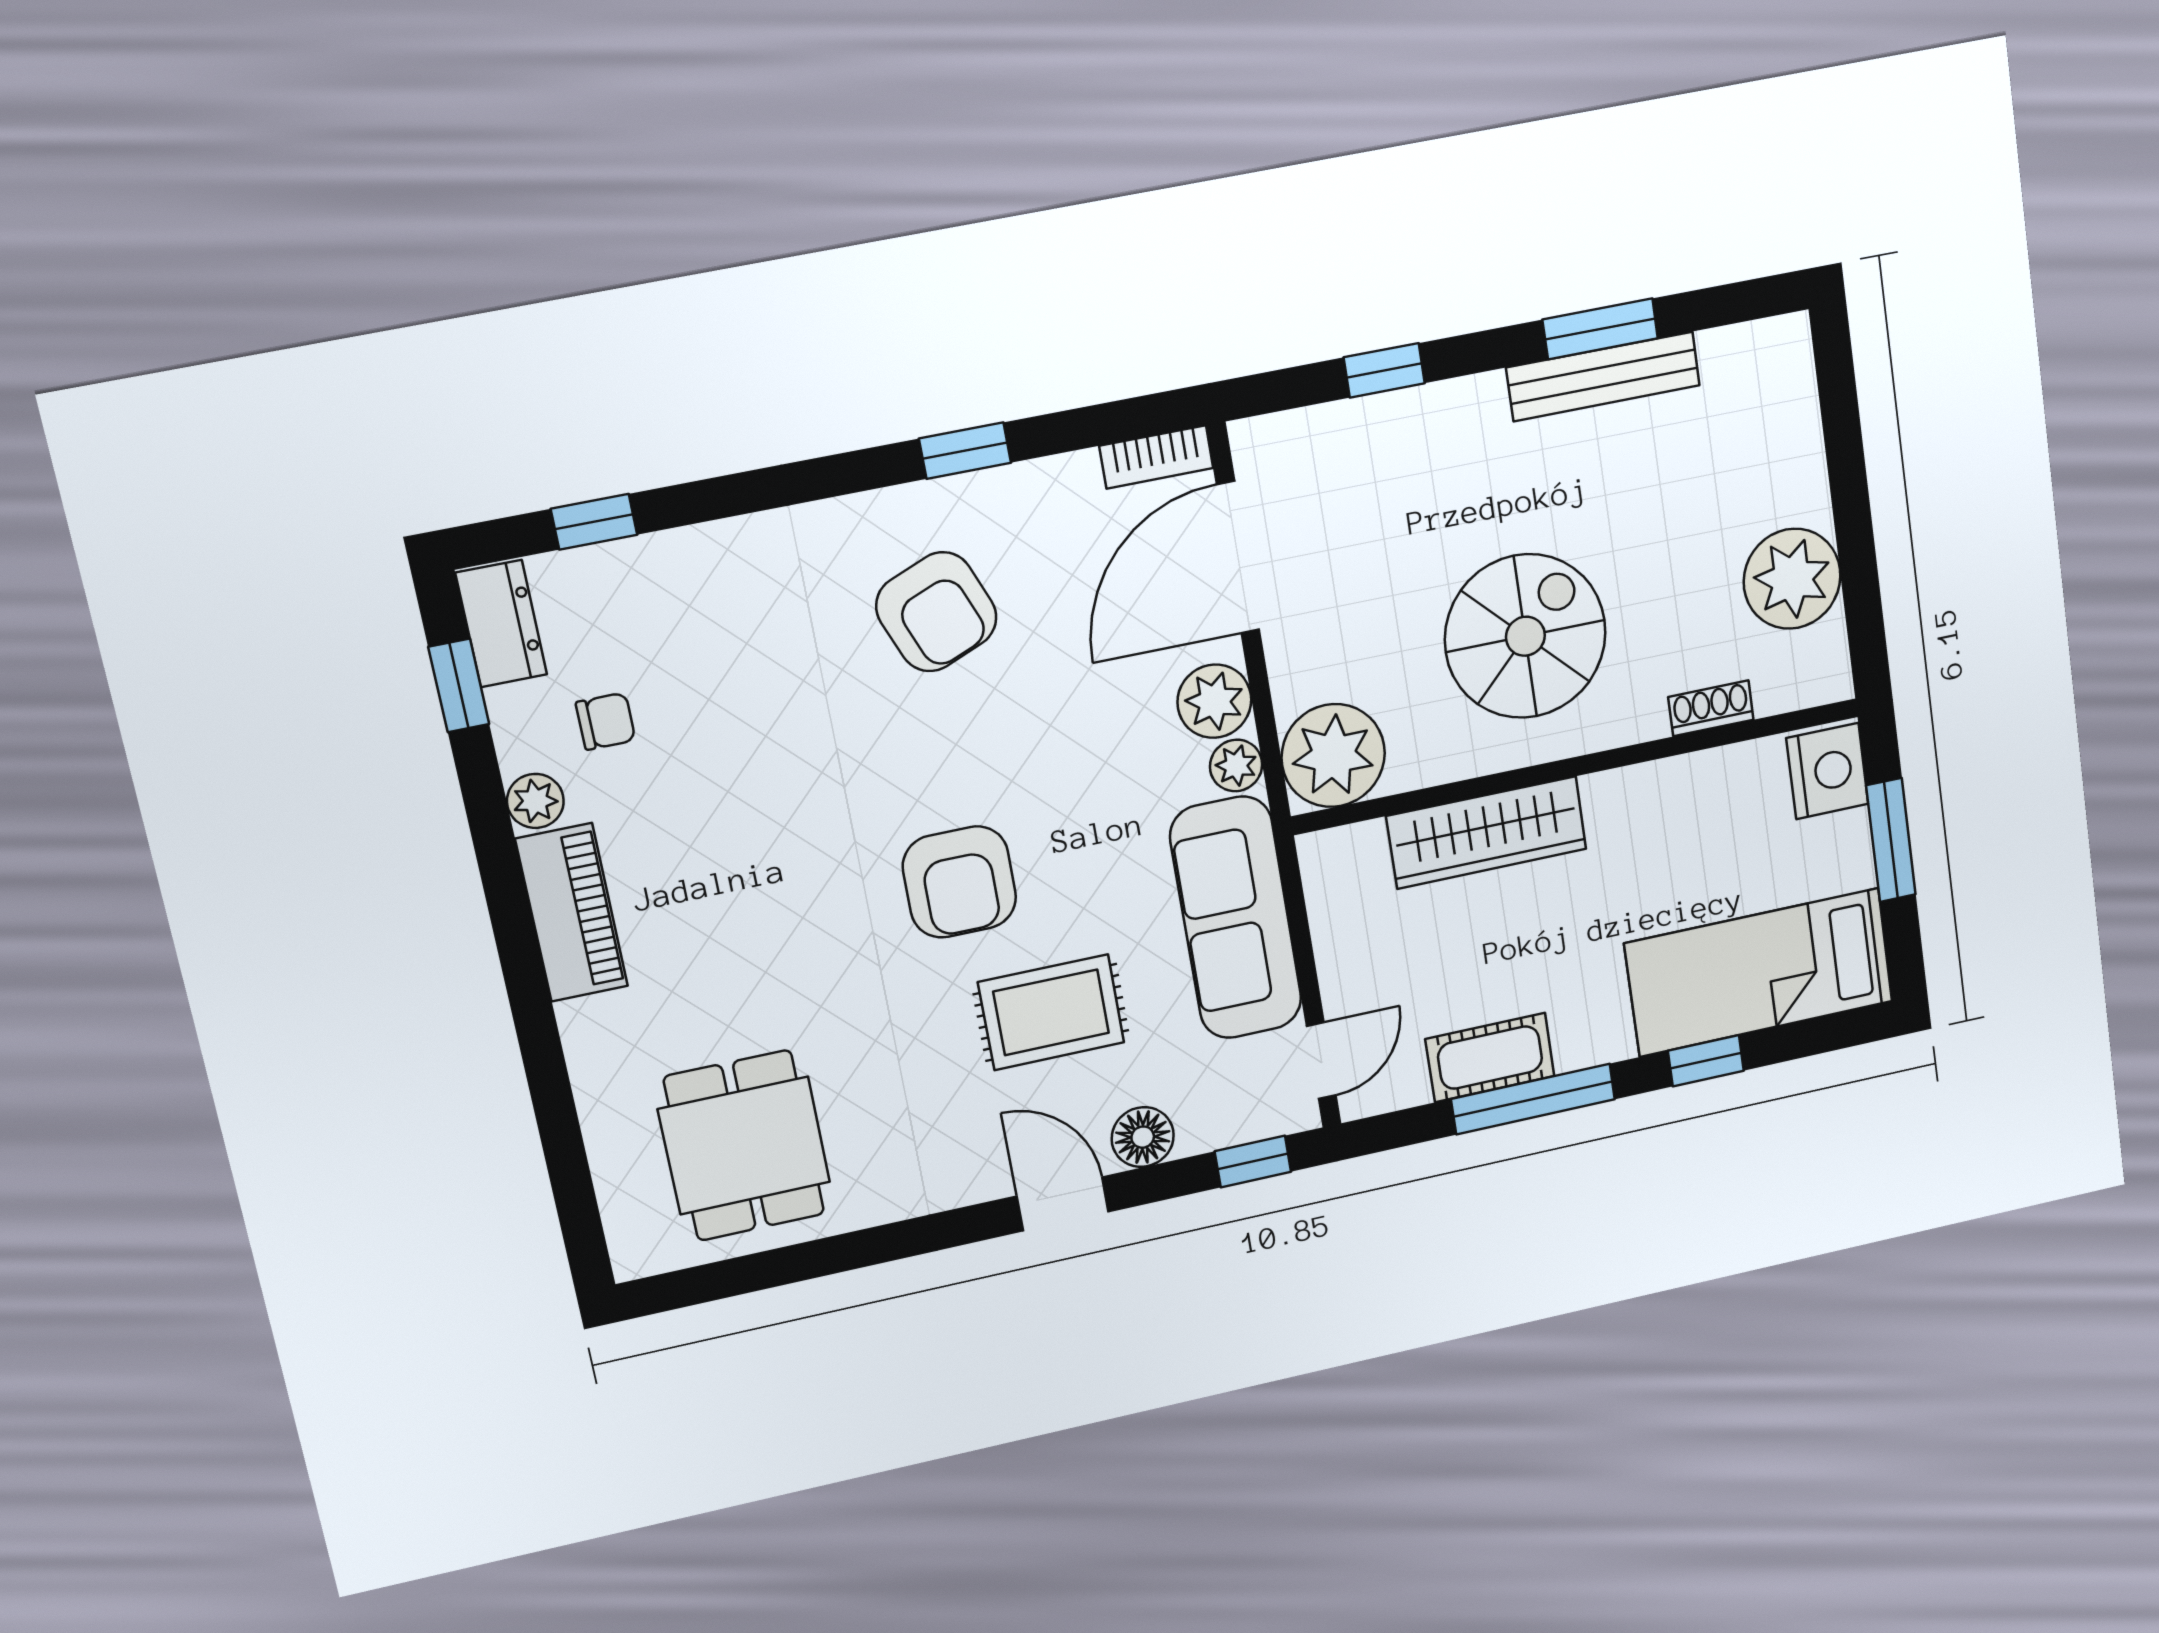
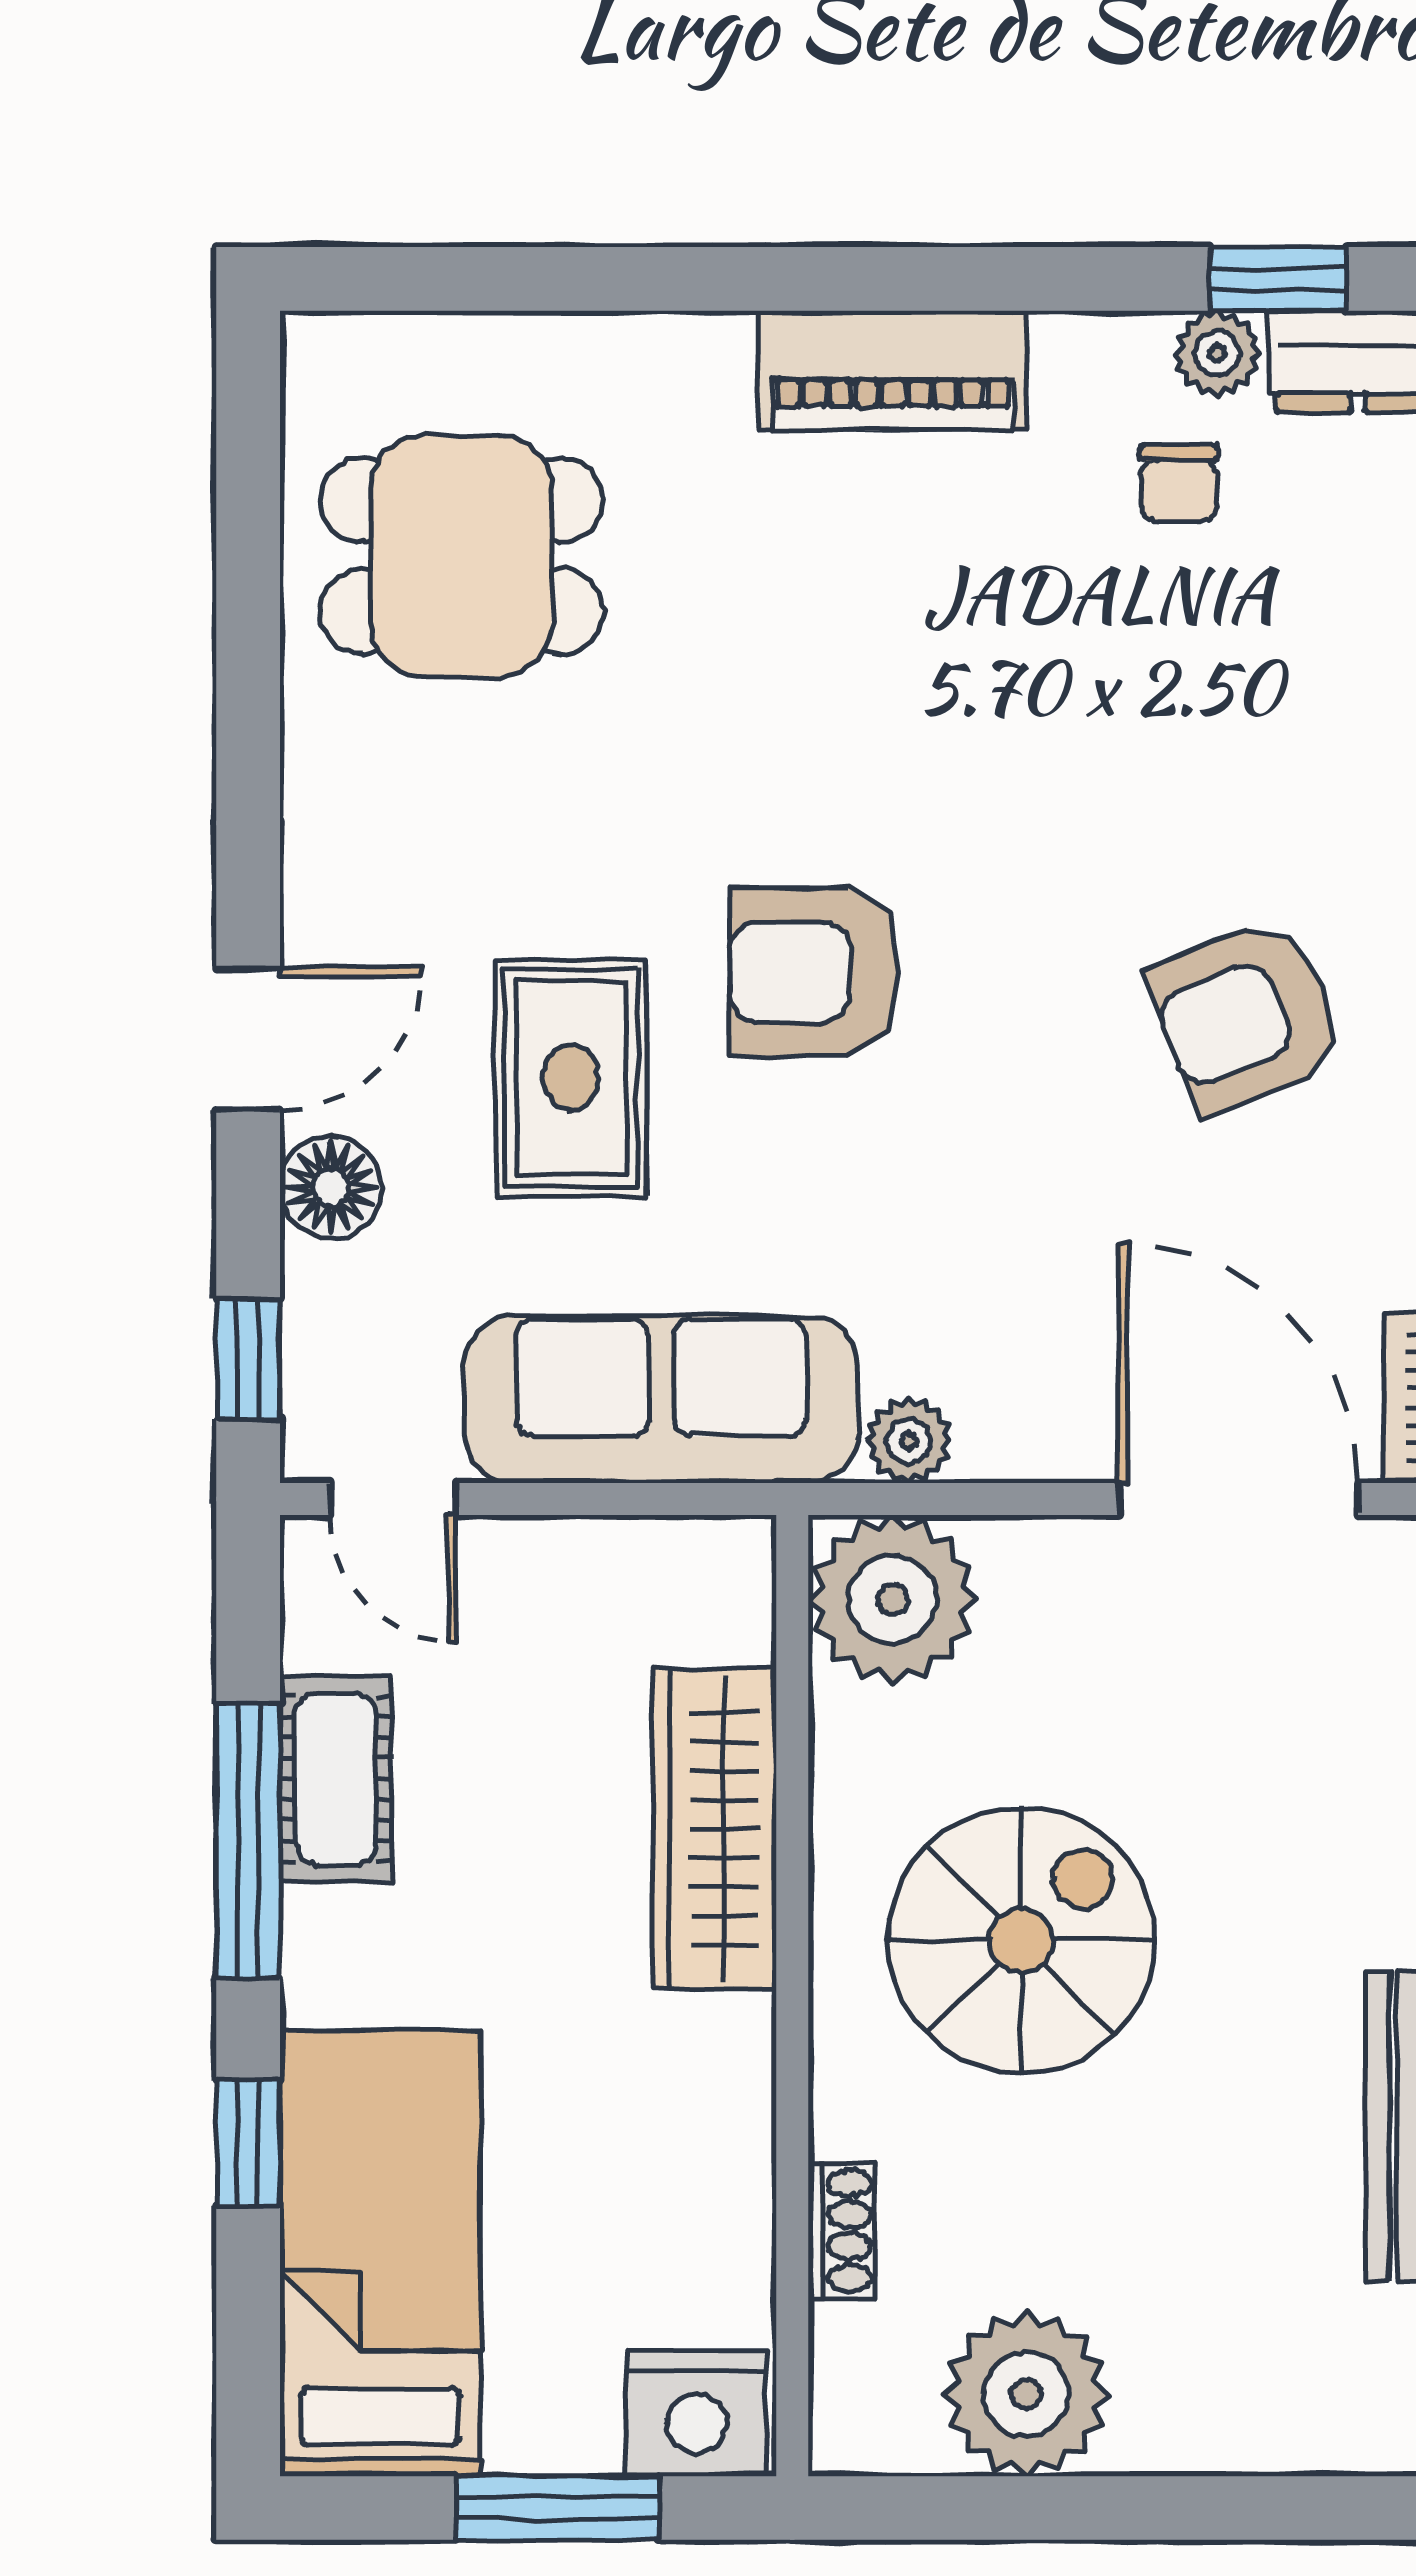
spiral stairs: (1525, 636) -> (1021, 1940), turned -90
plant: (1214, 701) -> (1019, 1424), removed
plant: (535, 801) -> (1217, 353), moved

